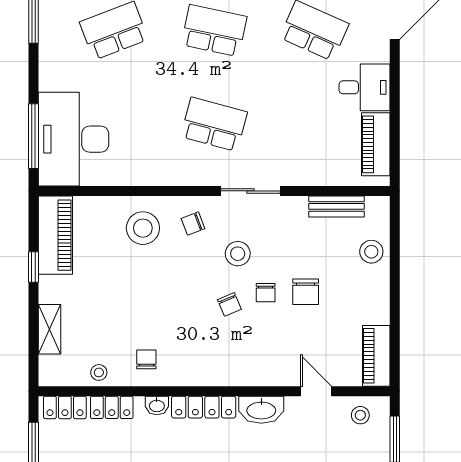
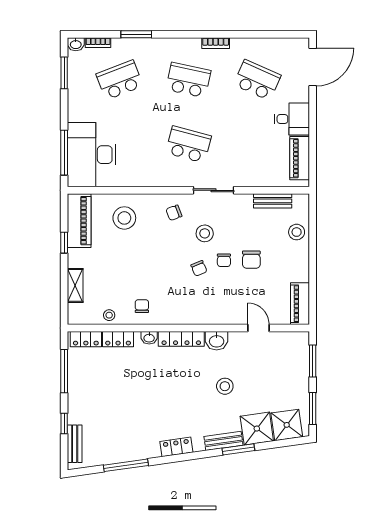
stool: (143, 228) -> (124, 218), moved
washbasin: (261, 410) -> (217, 341), width x0.72
stool: (360, 415) -> (289, 344), removed

